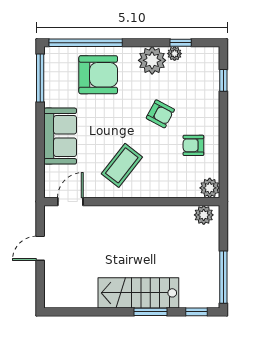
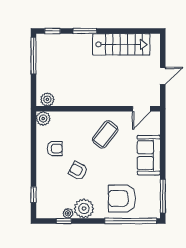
stairs: (138, 293) -> (121, 44), moved

